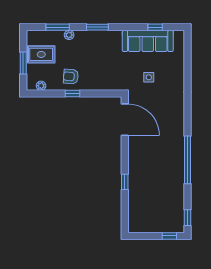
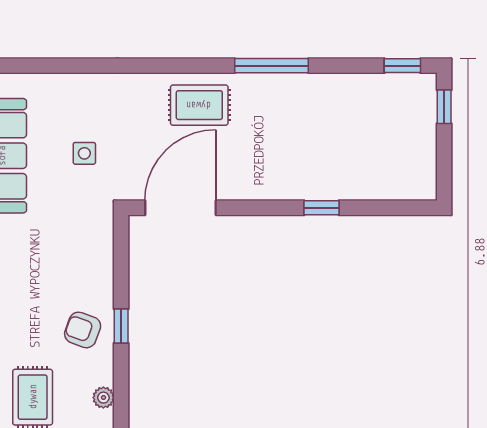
armchair: (71, 76) -> (83, 330), turned 106
rug: (170, 128) -> (199, 105), added
window: (187, 160) -> (272, 66), width x0.68

